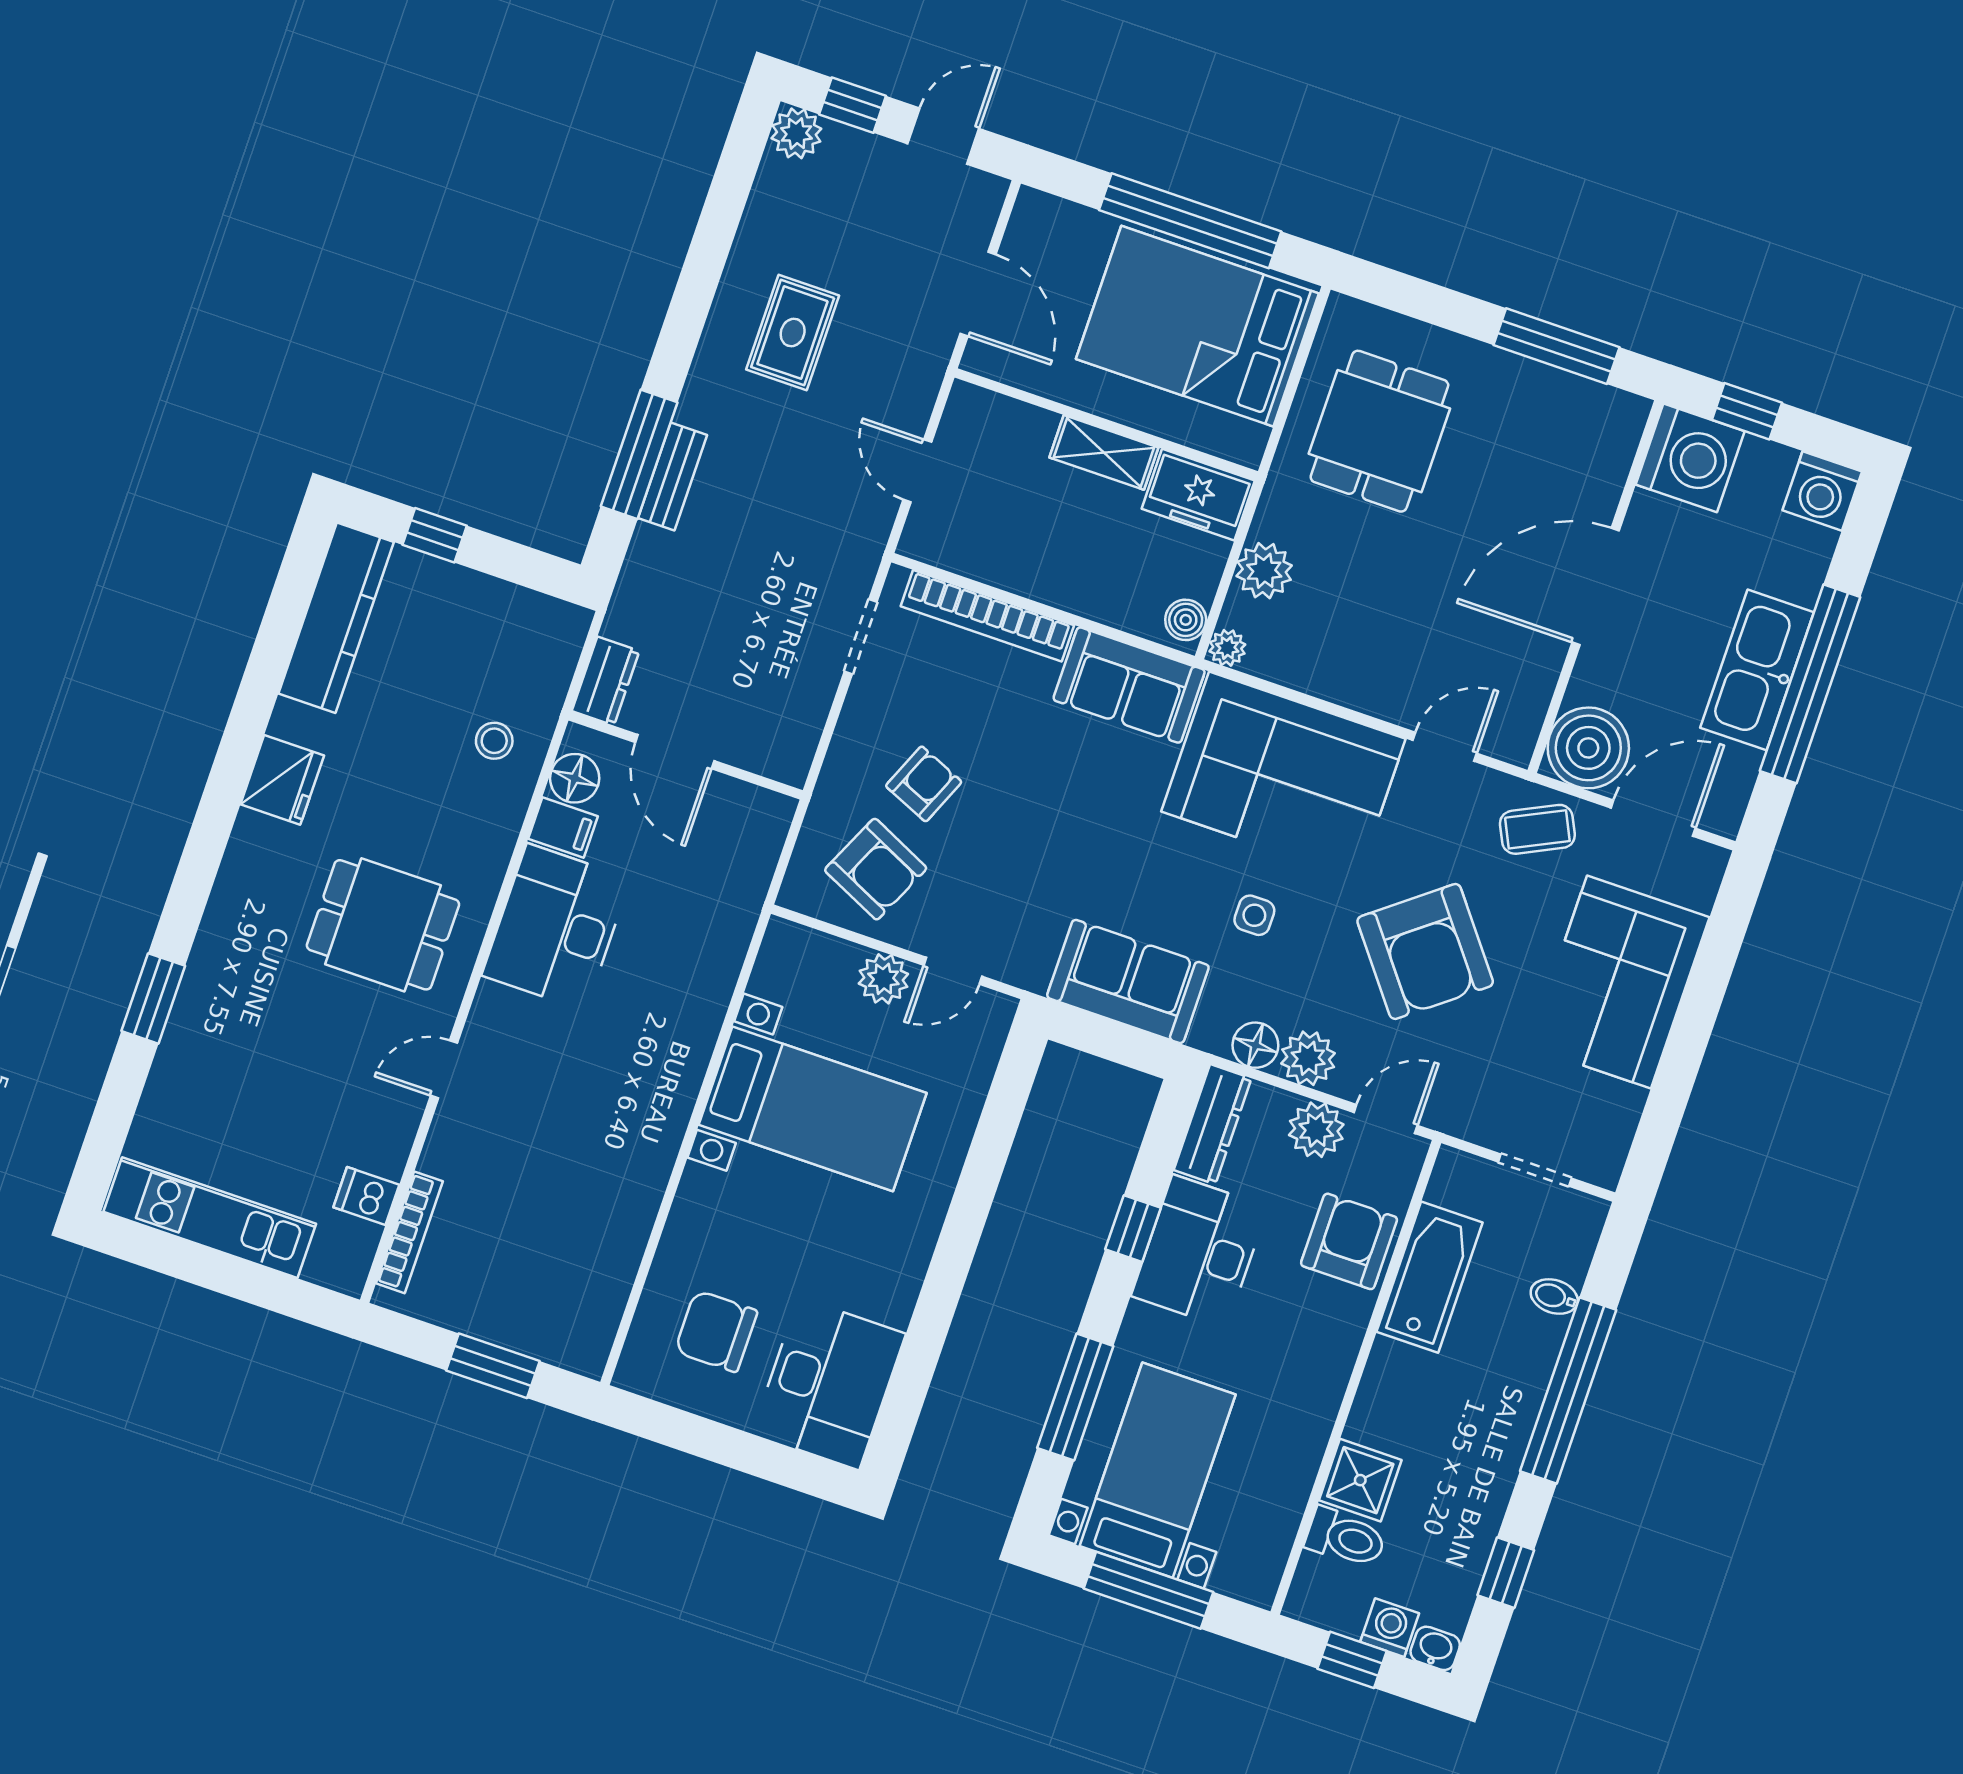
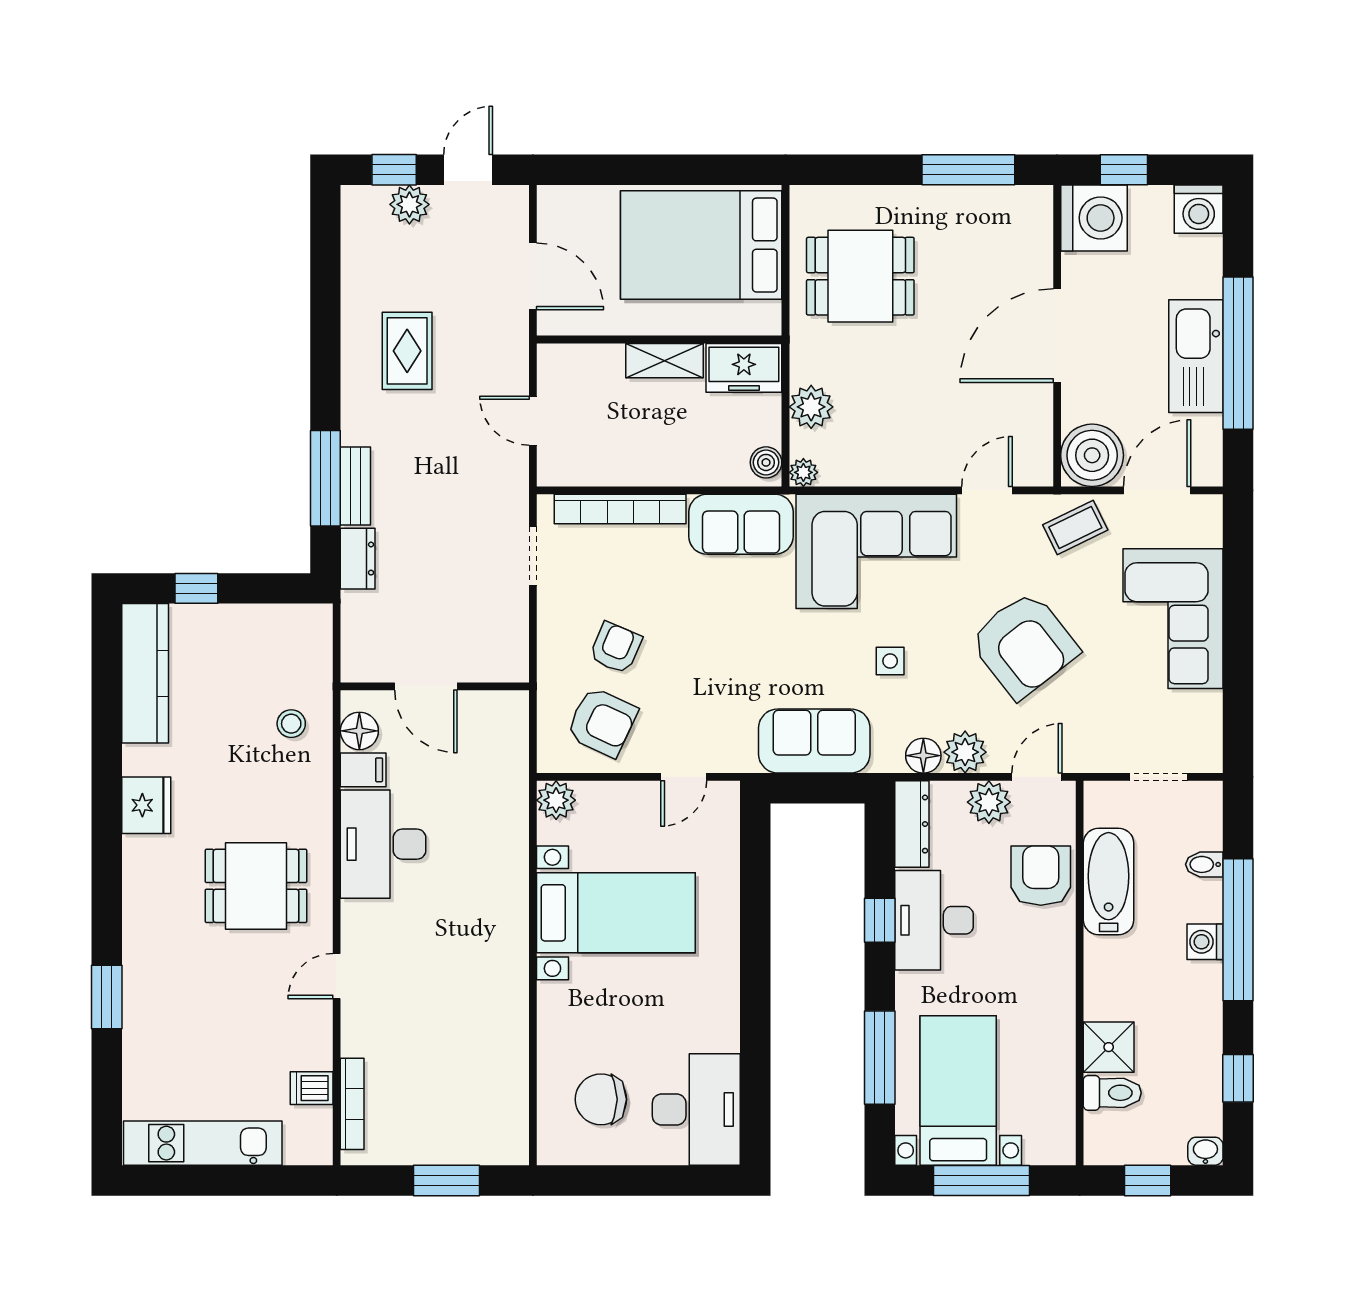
plant: (796, 133) -> (409, 204), moved
window: (1190, 221) -> (670, 170), removed
dining table: (1379, 431) -> (860, 276), turned 90
dresser: (606, 681) -> (358, 559), moved
plant: (883, 979) -> (556, 800), moved
washing machine: (1390, 1628) -> (1205, 942), moved, turned -90

